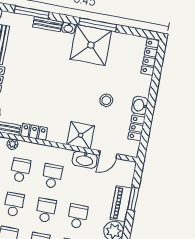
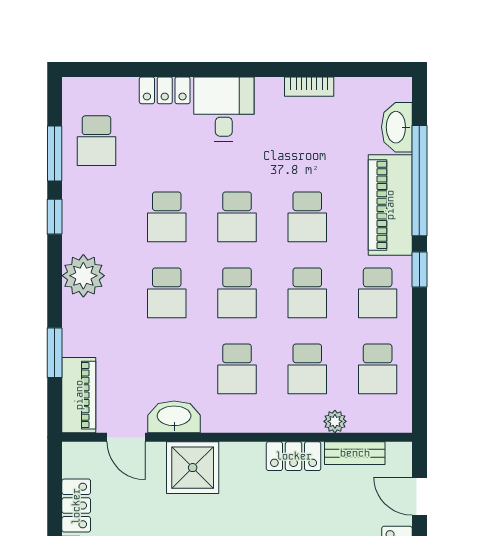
door: (108, 155) -> (126, 437), swing flipped
piano: (121, 204) -> (79, 395), moved

